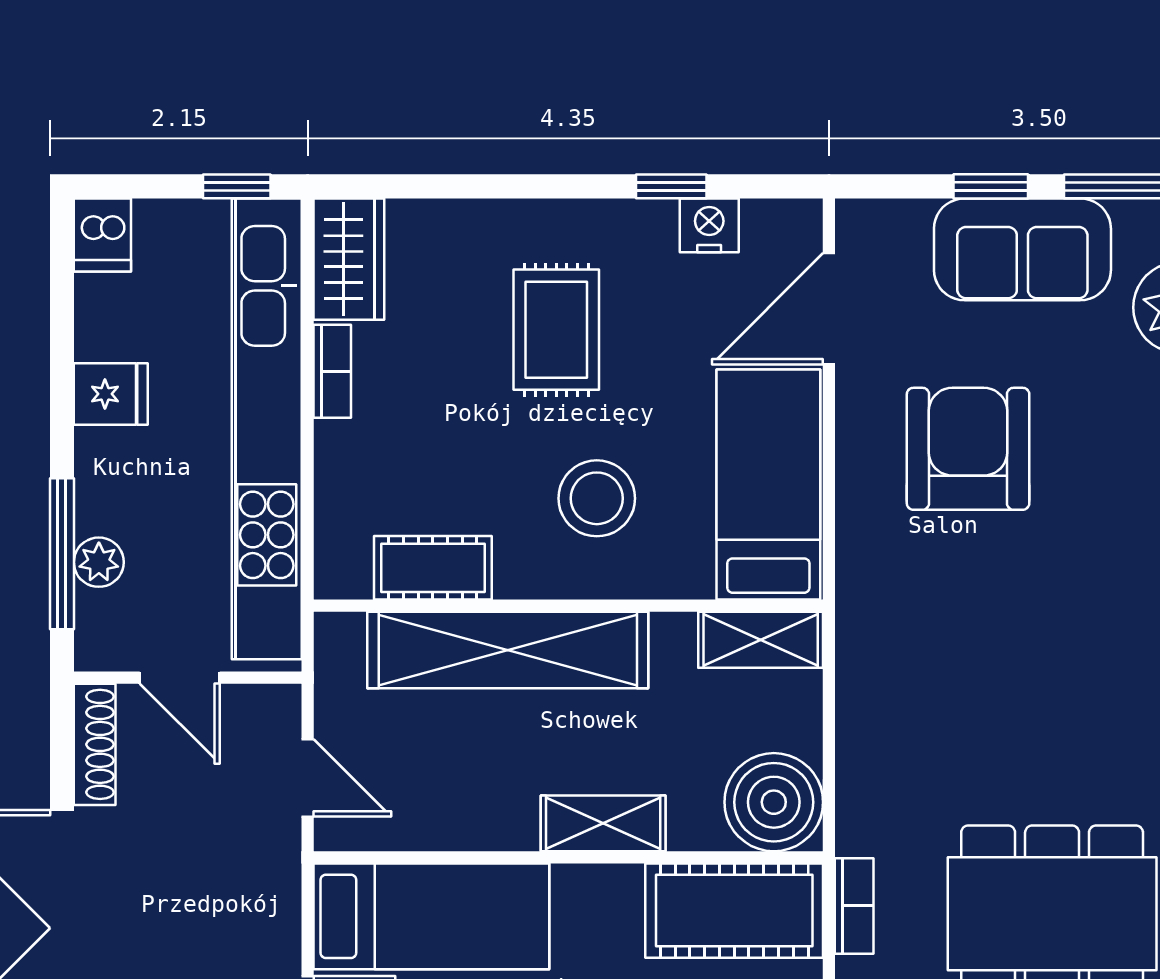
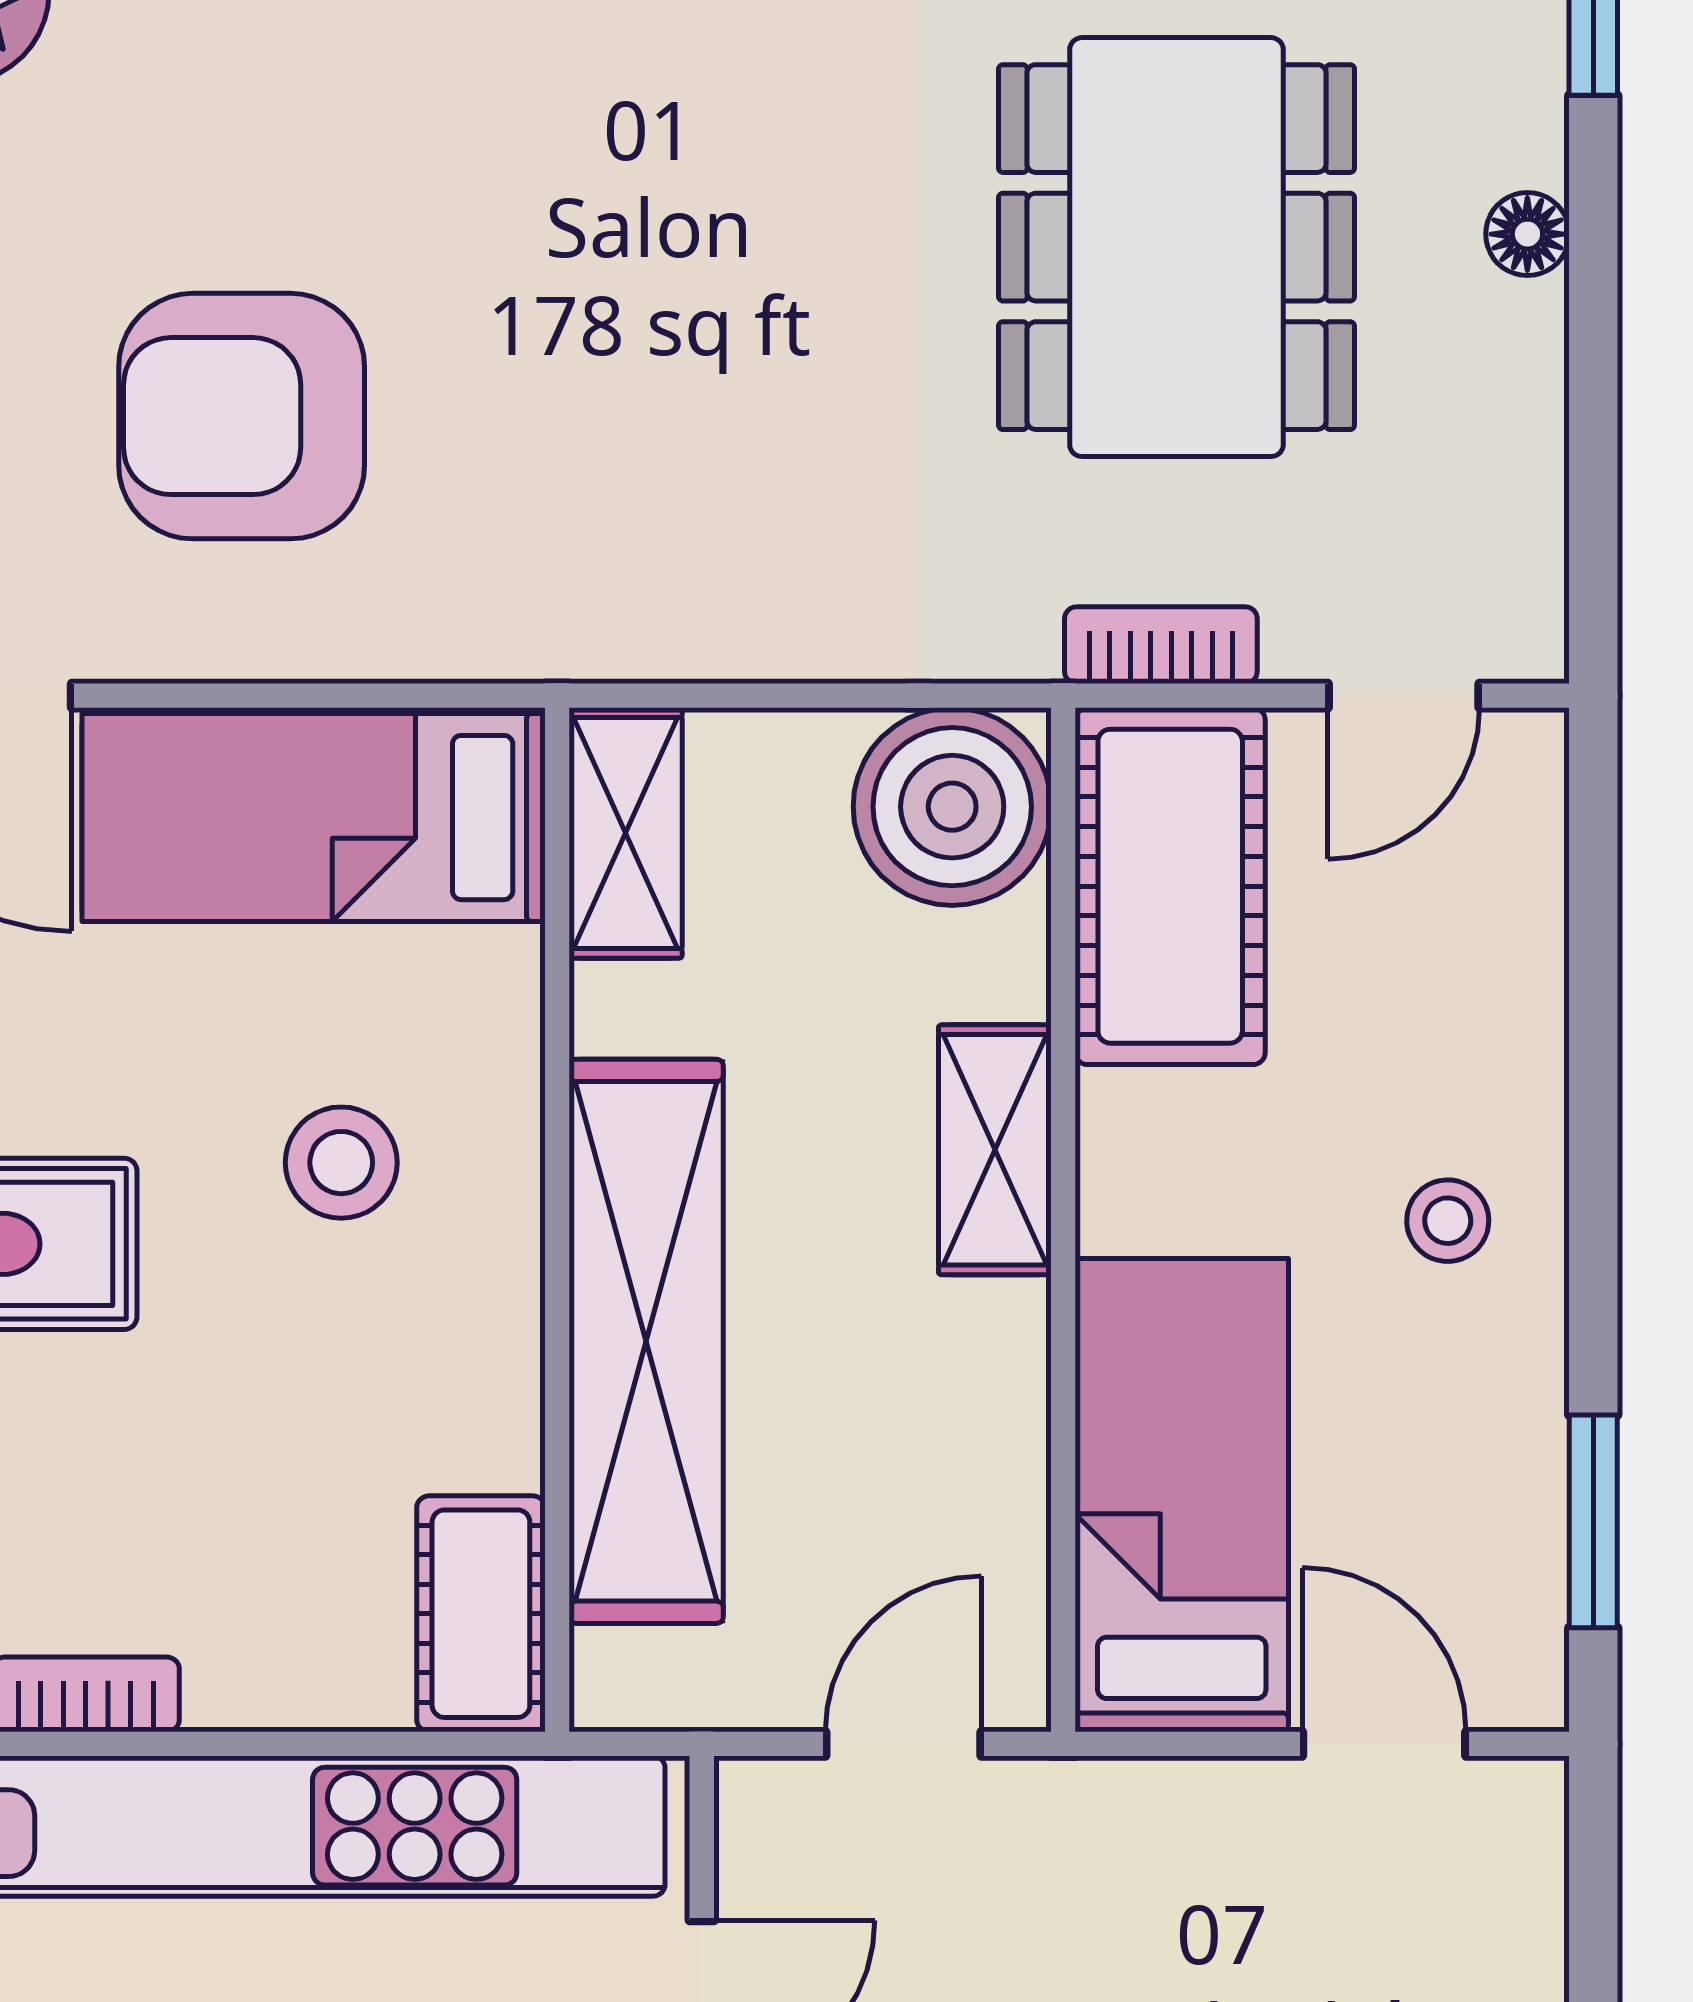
stool: (597, 498) -> (341, 1163), width x0.73, depth x0.73
cot: (433, 568) -> (481, 1614), moved

